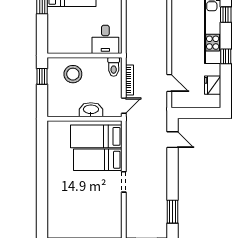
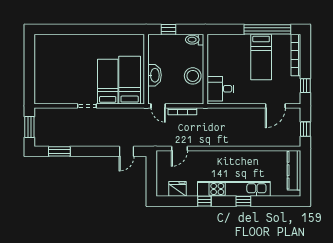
toilet: (114, 67) -> (195, 40), moved
stool: (73, 74) -> (193, 76), moved
window: (42, 76) -> (168, 29), moved

